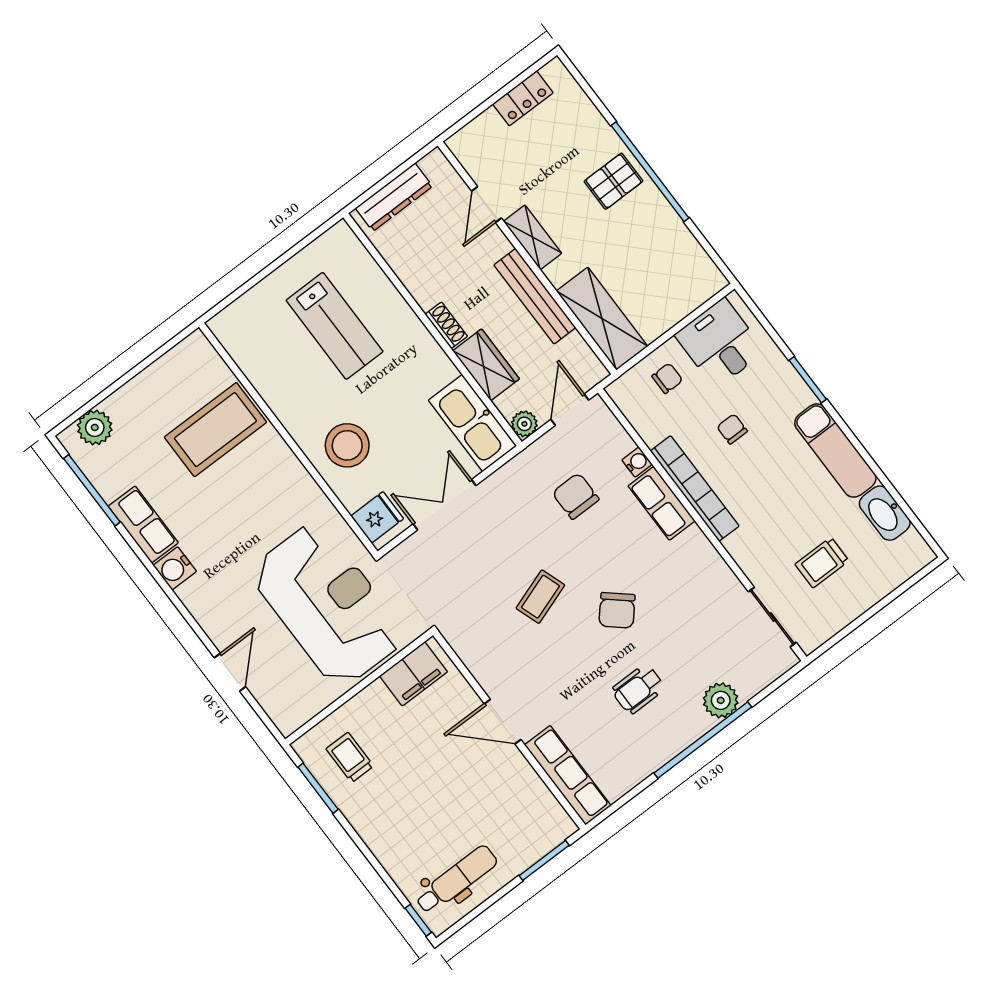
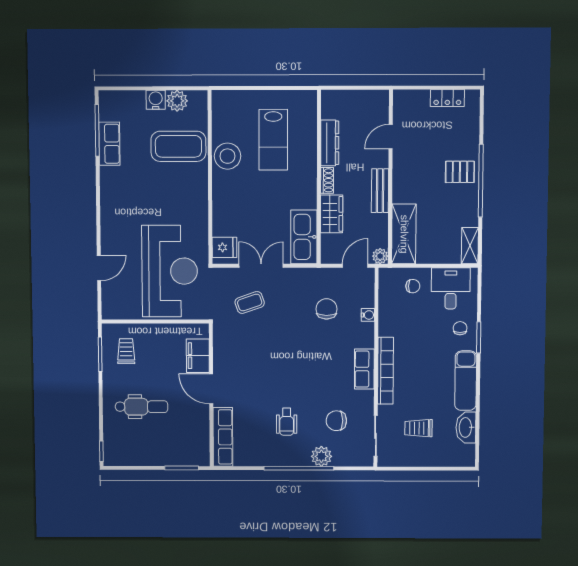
dresser: (394, 197) -> (330, 143), moved, turned -90
shelving: (533, 237) -> (470, 246), moved
bench: (535, 296) -> (380, 191), width x0.73
plant: (524, 424) -> (380, 256), moved
plant: (95, 427) -> (177, 101), moved
chair: (732, 429) -> (460, 328), moved
stool: (347, 445) -> (227, 156), moved
bookcase: (695, 488) -> (385, 371), moved
row of seats: (662, 503) -> (364, 369), moved
row of seats: (143, 524) -> (109, 144), moved
water cooler: (175, 568) -> (156, 100), moved, turned 90
coffee table: (540, 597) -> (250, 302), moved
chair: (617, 610) -> (336, 421), moved, turned 49
filing cabinet: (413, 674) -> (198, 356), moved, turned 90
wheelchair: (638, 689) -> (287, 422), turned -90
dental chair: (456, 880) -> (141, 407), moved

